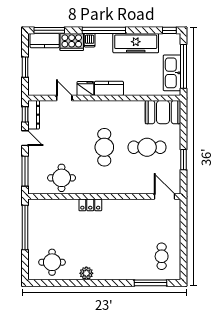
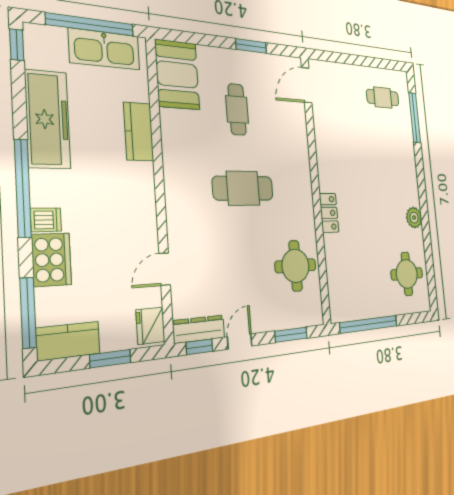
kitchen counter: (45, 41) -> (68, 341), moved, turned -90
fridge: (85, 88) -> (150, 326), moved
kitchen counter: (109, 88) -> (139, 132), moved
cafe table: (147, 147) -> (237, 109), width x0.73, depth x0.74
window: (25, 171) -> (291, 335), width x0.69

